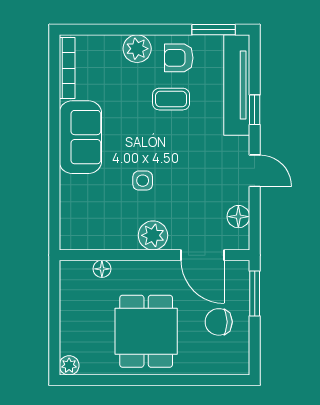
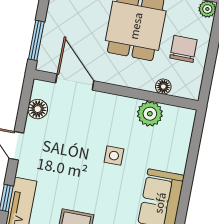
plant: (153, 235) -> (150, 114), moved
chair: (219, 322) -> (183, 49), moved, turned -90

